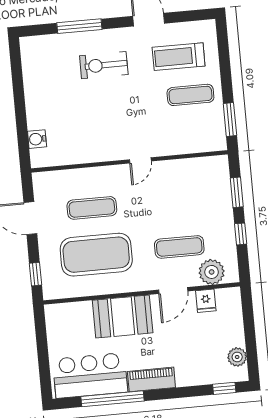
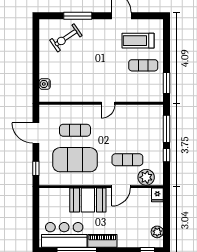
exercise bike: (104, 65) -> (66, 38), moved, turned -34
window: (237, 192) -> (167, 129), width x1.44
fridge: (206, 301) -> (157, 195), moved

